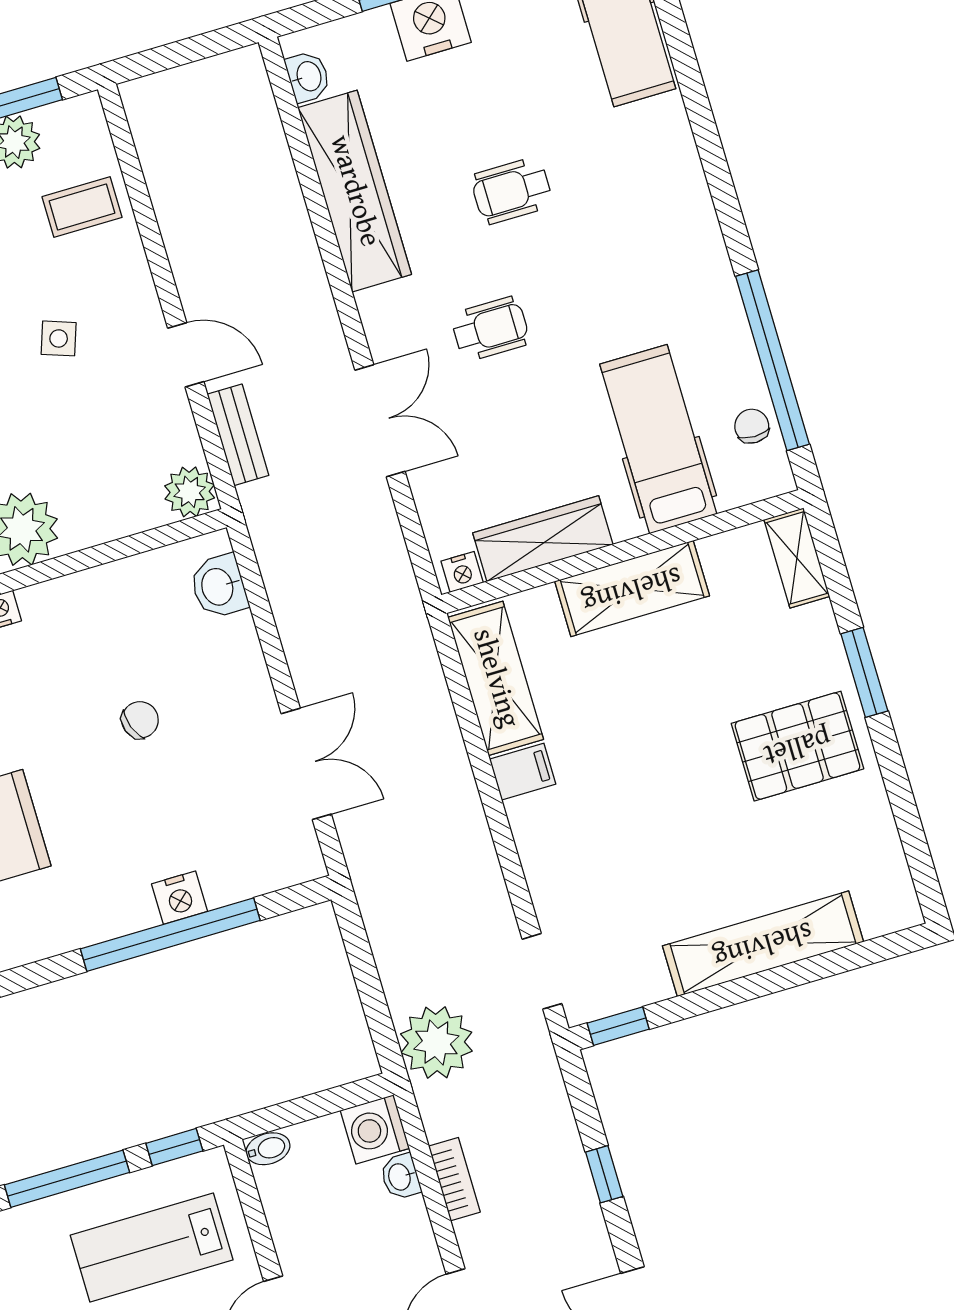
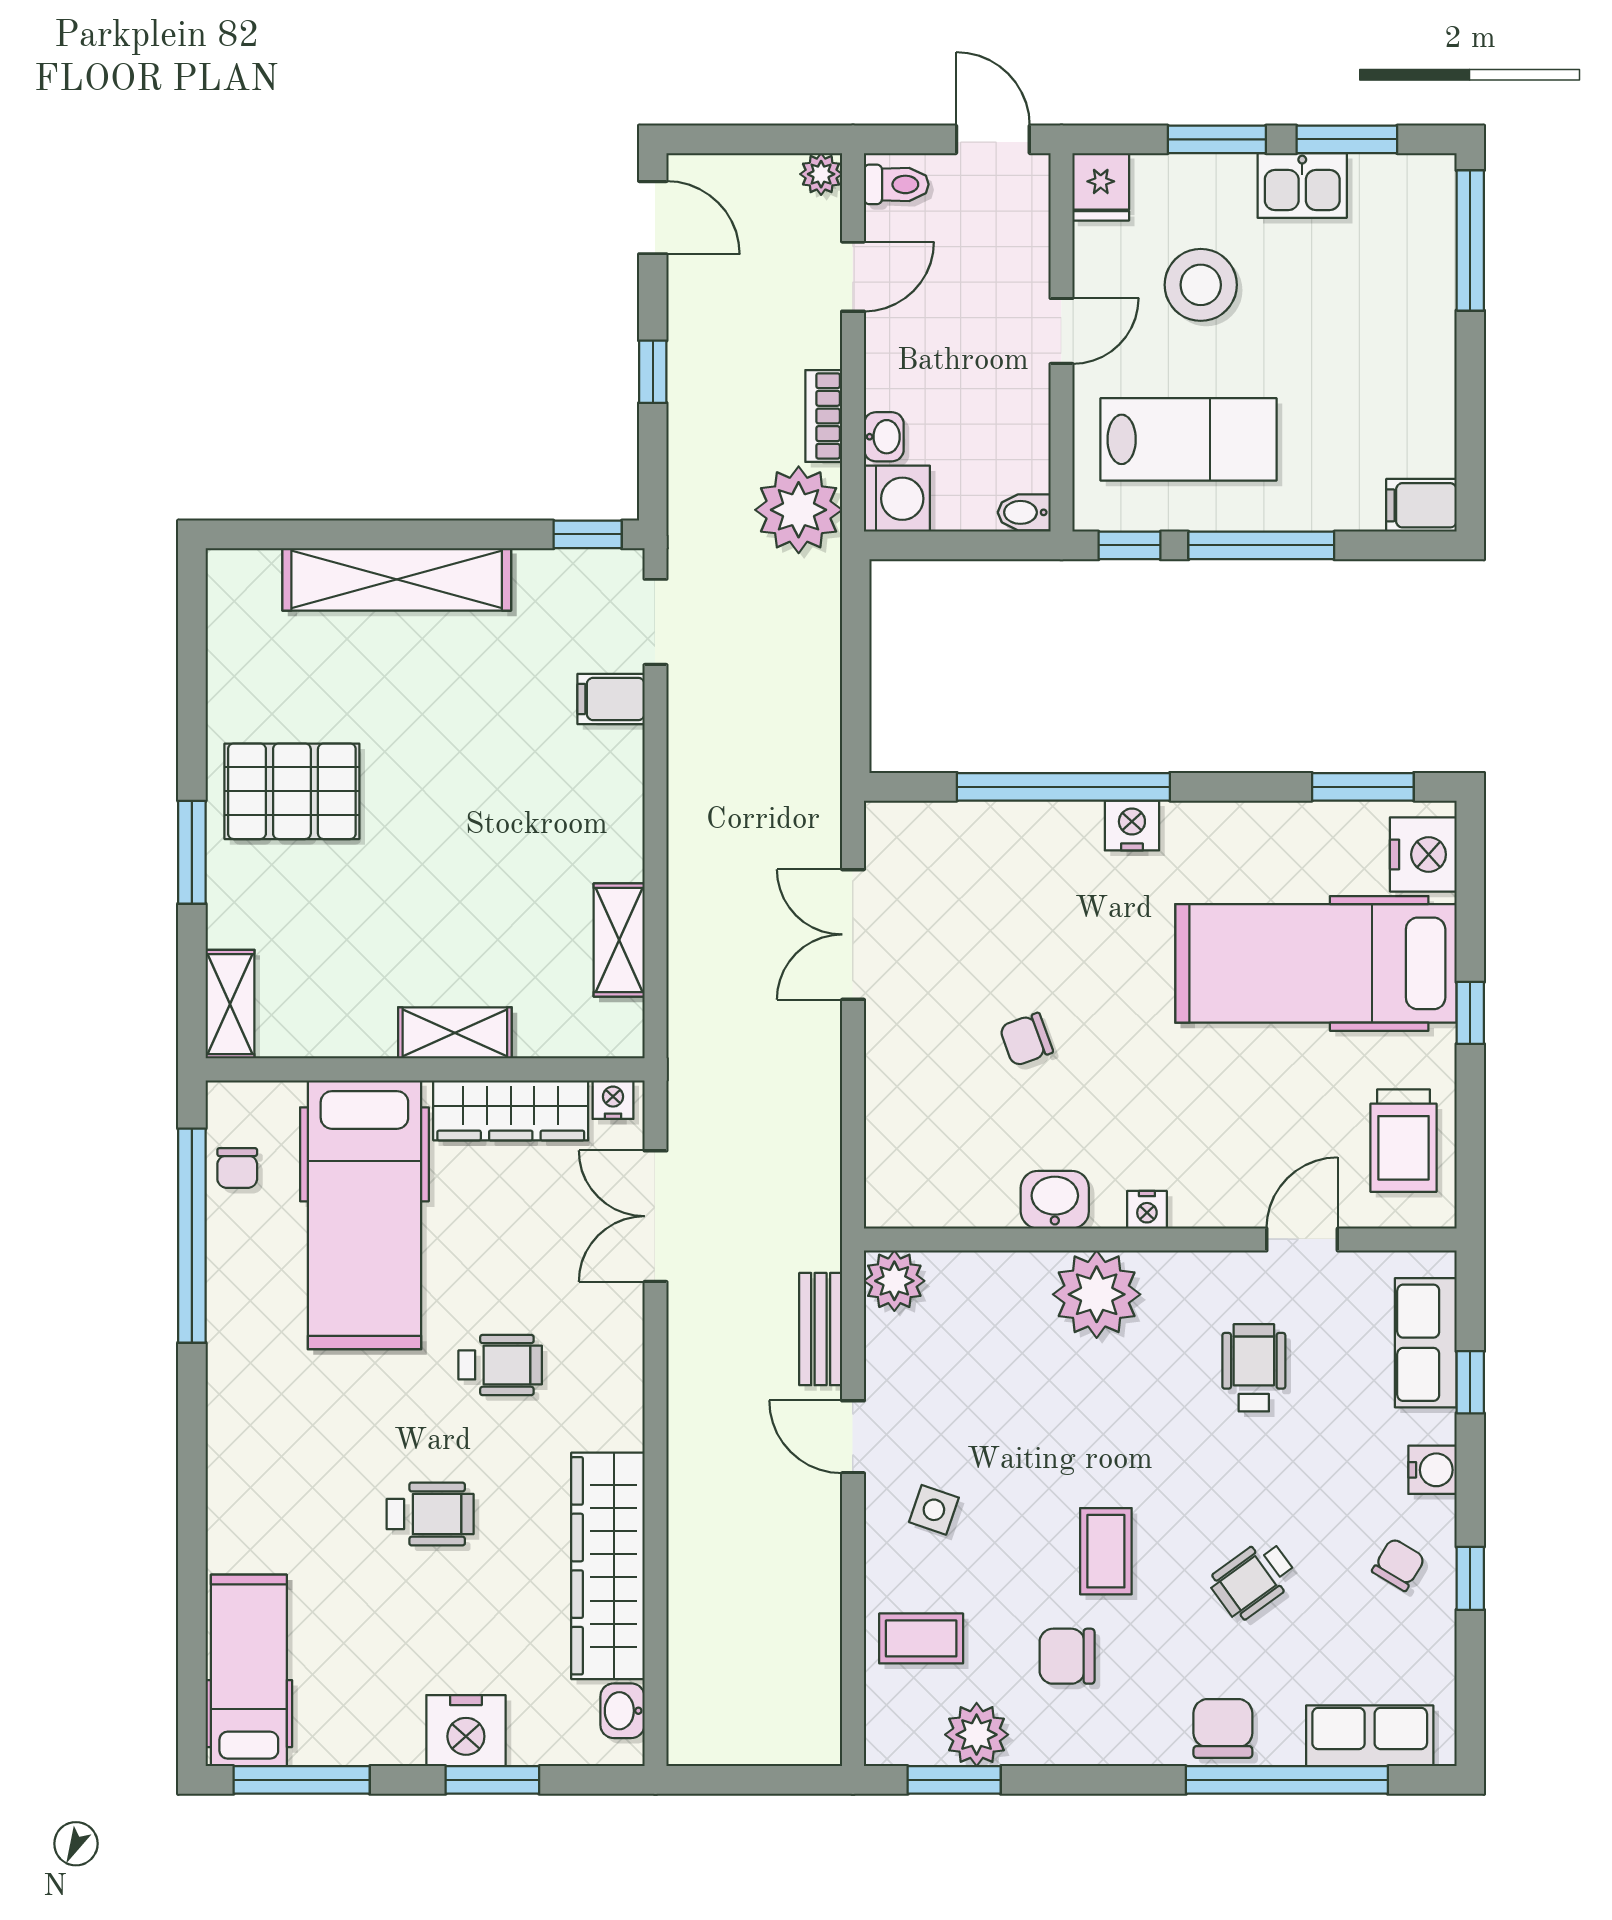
wheelchair: (490, 329) -> (500, 1365), turned 180
side table: (59, 338) -> (934, 1510), moved
double door: (380, 421) -> (655, 1216), moved
hospital bed: (658, 439) -> (364, 1215), width x1.37, depth x1.29
washbasin: (219, 586) -> (1055, 1200), moved, turned -90
shelving: (632, 589) -> (455, 1033), width x0.67, depth x0.75
shelving: (496, 678) -> (619, 940), width x0.67, depth x0.75
filing cabinet: (523, 772) -> (611, 699), moved
nightstand: (180, 898) -> (1132, 826), moved
plant: (436, 1042) -> (799, 510), moved

